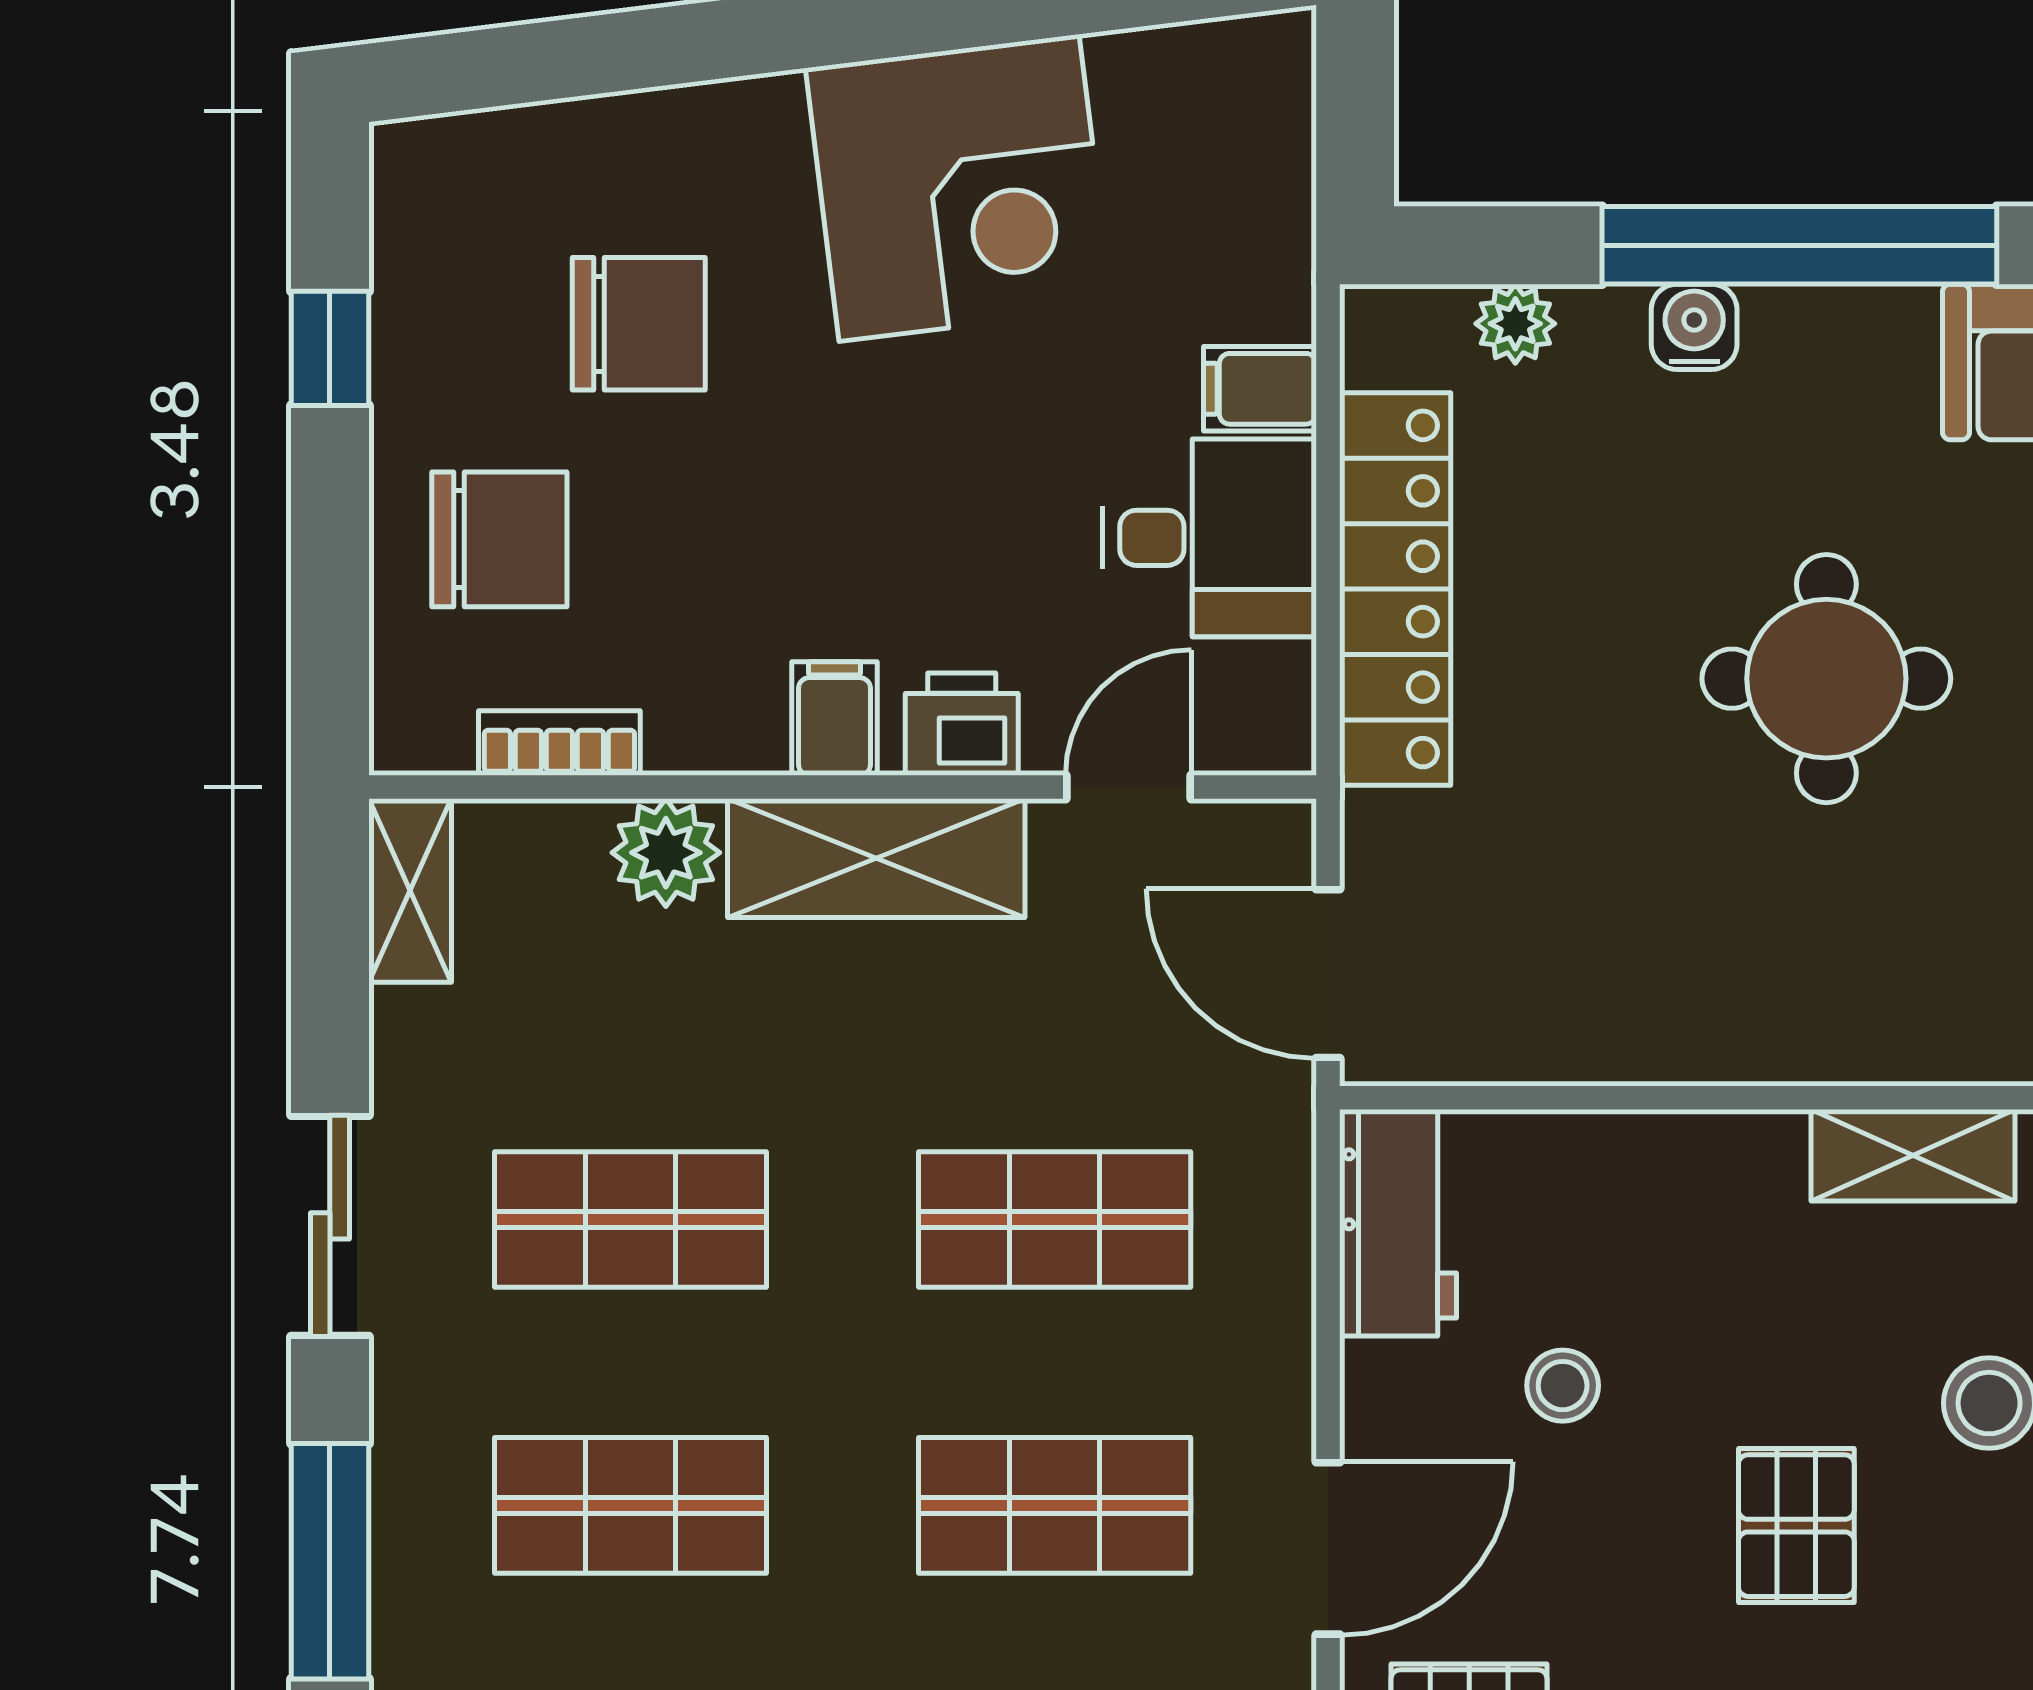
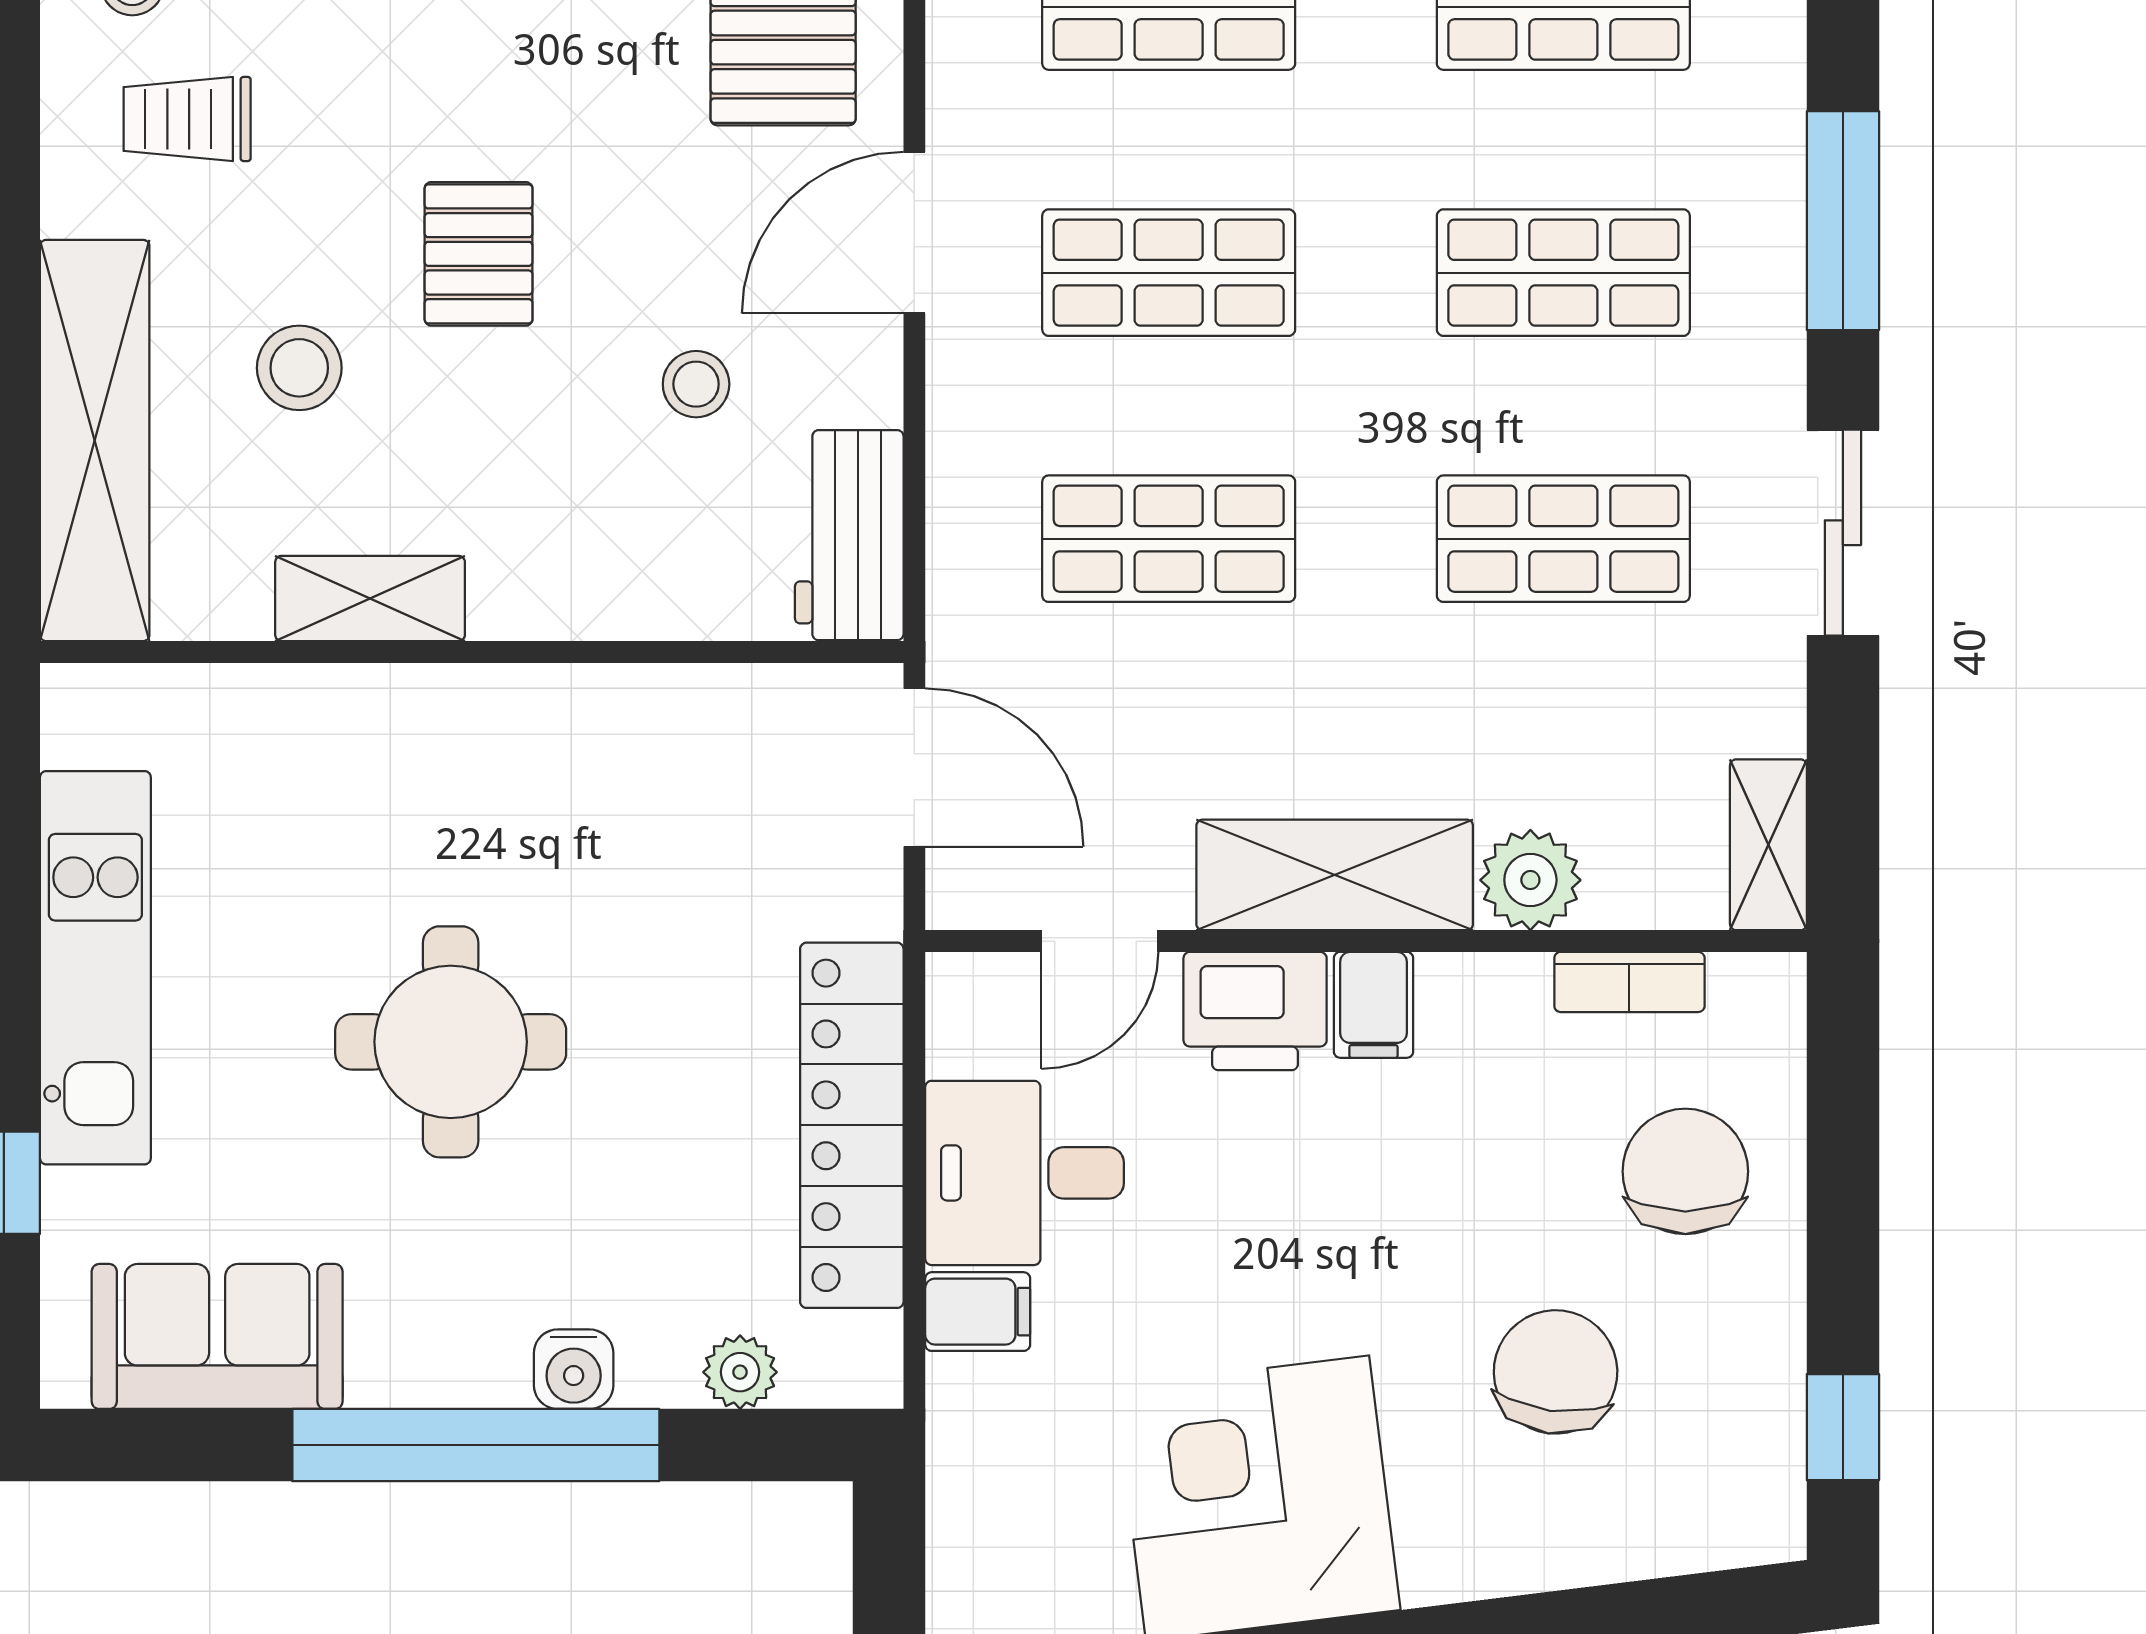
chair: (639, 324) -> (1556, 1372), turned 97
window: (330, 348) -> (1843, 1427), moved
chair: (499, 539) -> (1685, 1171), turned 90
printer: (962, 724) -> (1255, 1011), width x1.36, depth x1.24

